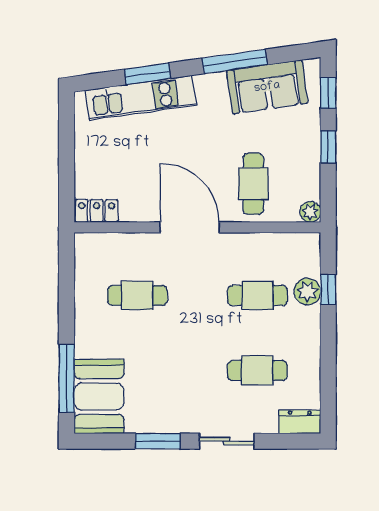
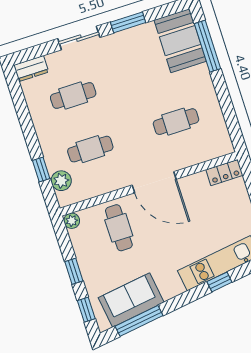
window: (235, 62) -> (139, 321), moved
window: (147, 74) -> (219, 282), width x0.67
plant: (307, 292) -> (61, 181), moved

